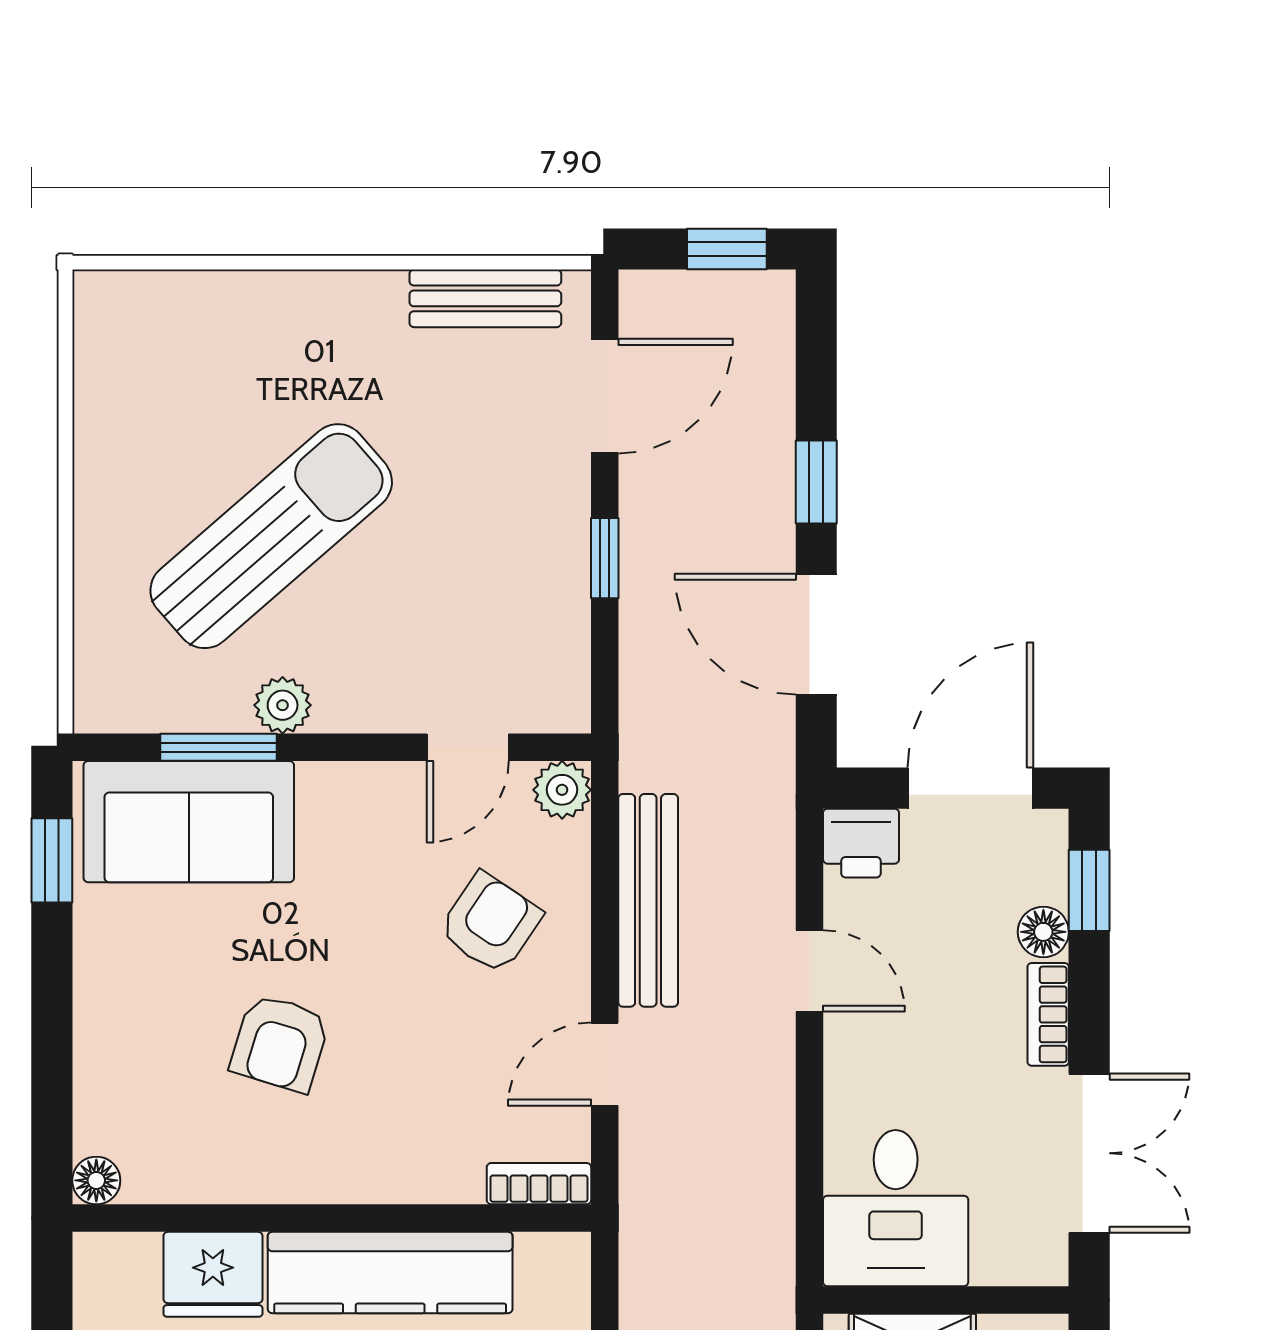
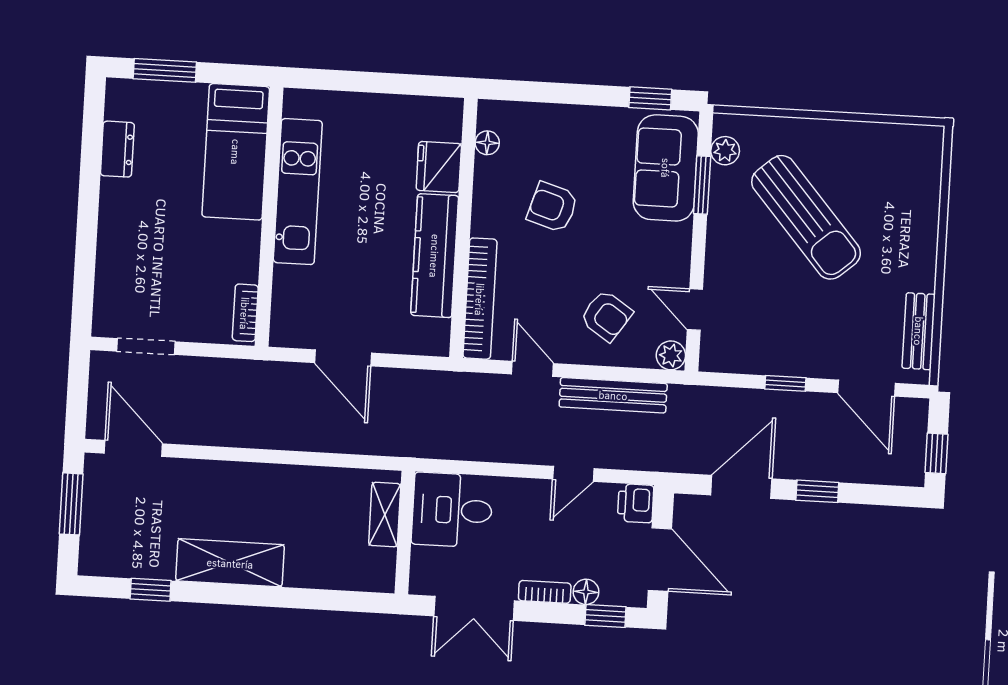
plant: (283, 705) -> (725, 151), moved
floor lamp: (96, 1180) -> (487, 143), moved
bookcase: (539, 1184) -> (480, 299), width x2.31, depth x1.31

